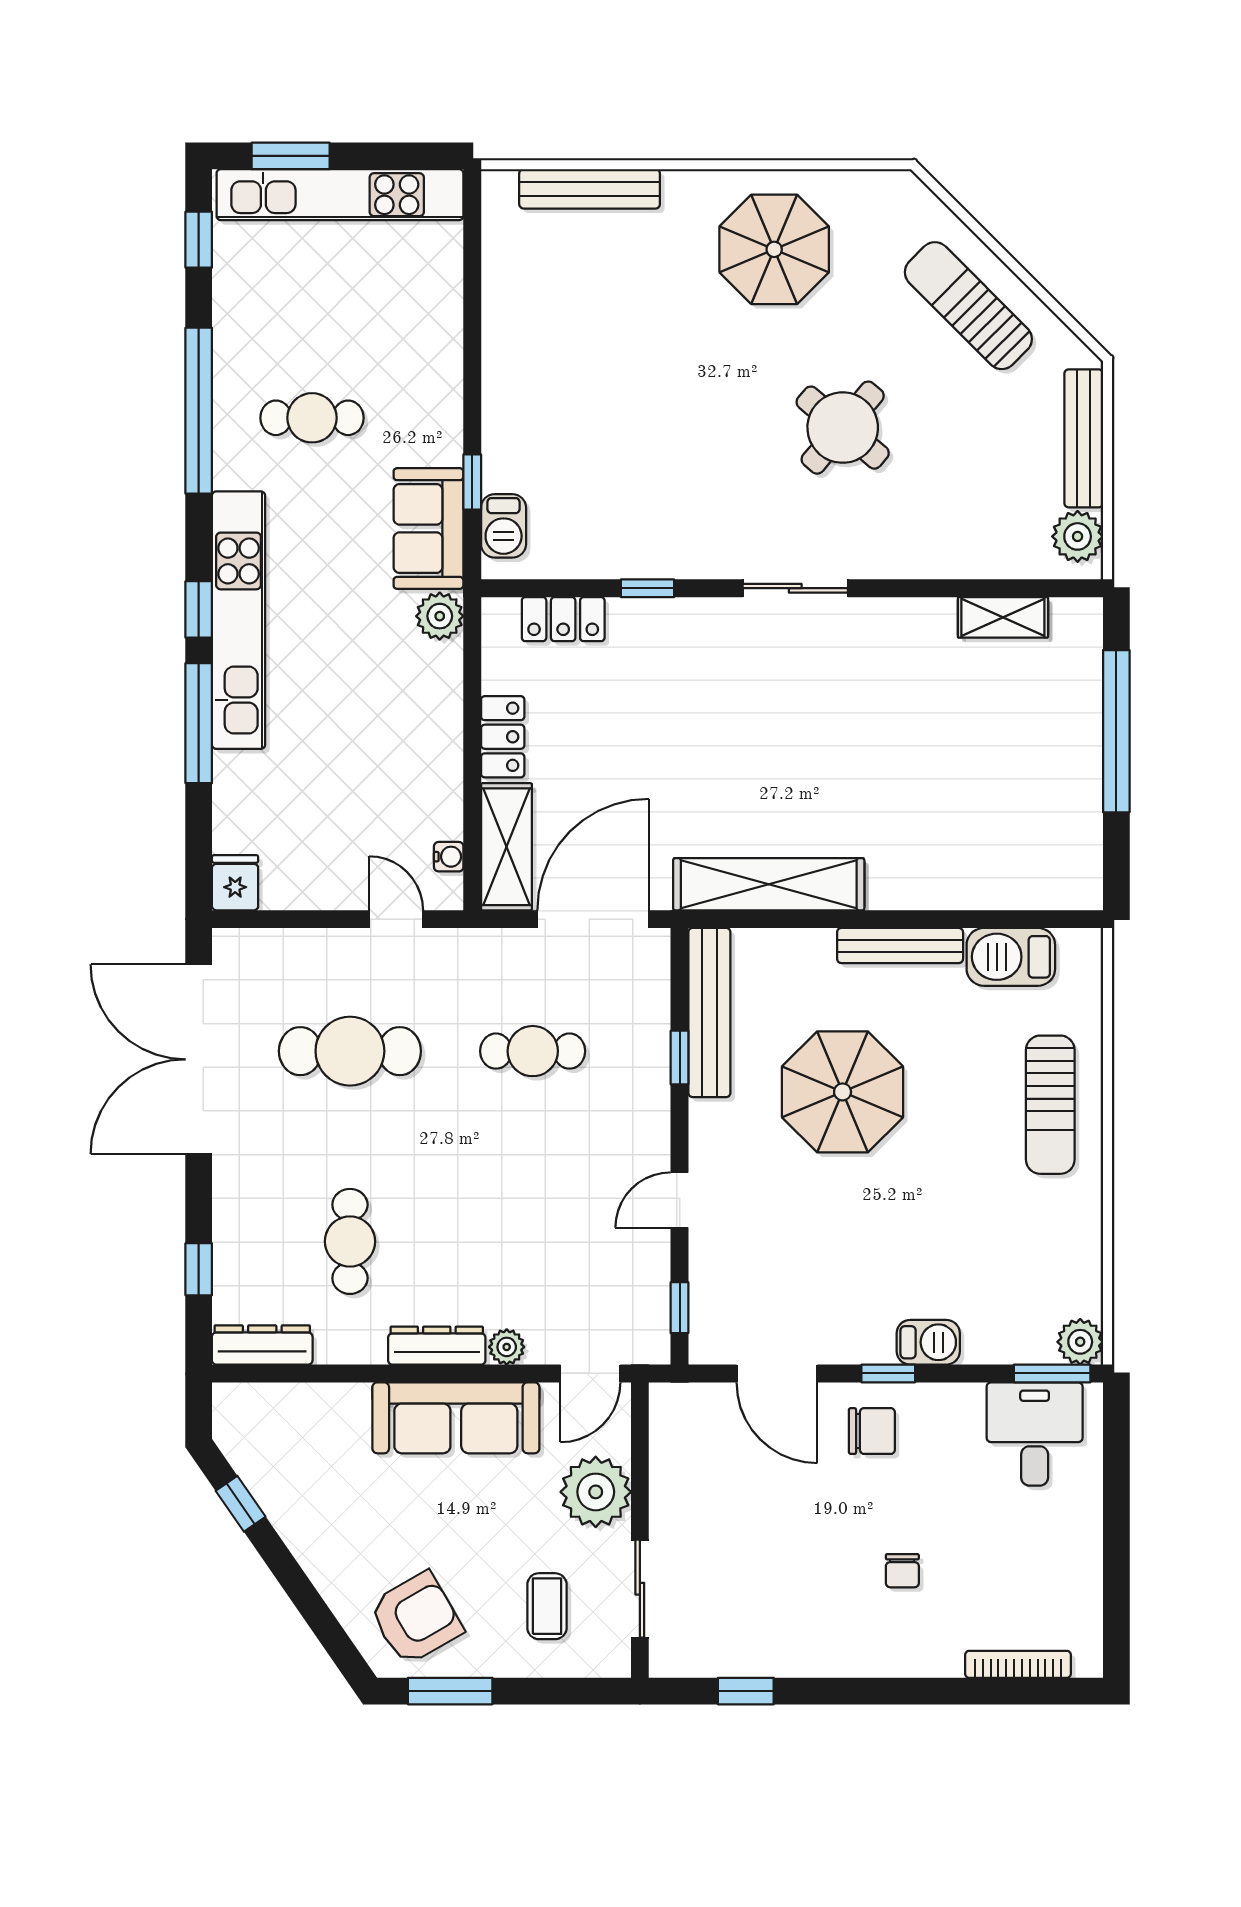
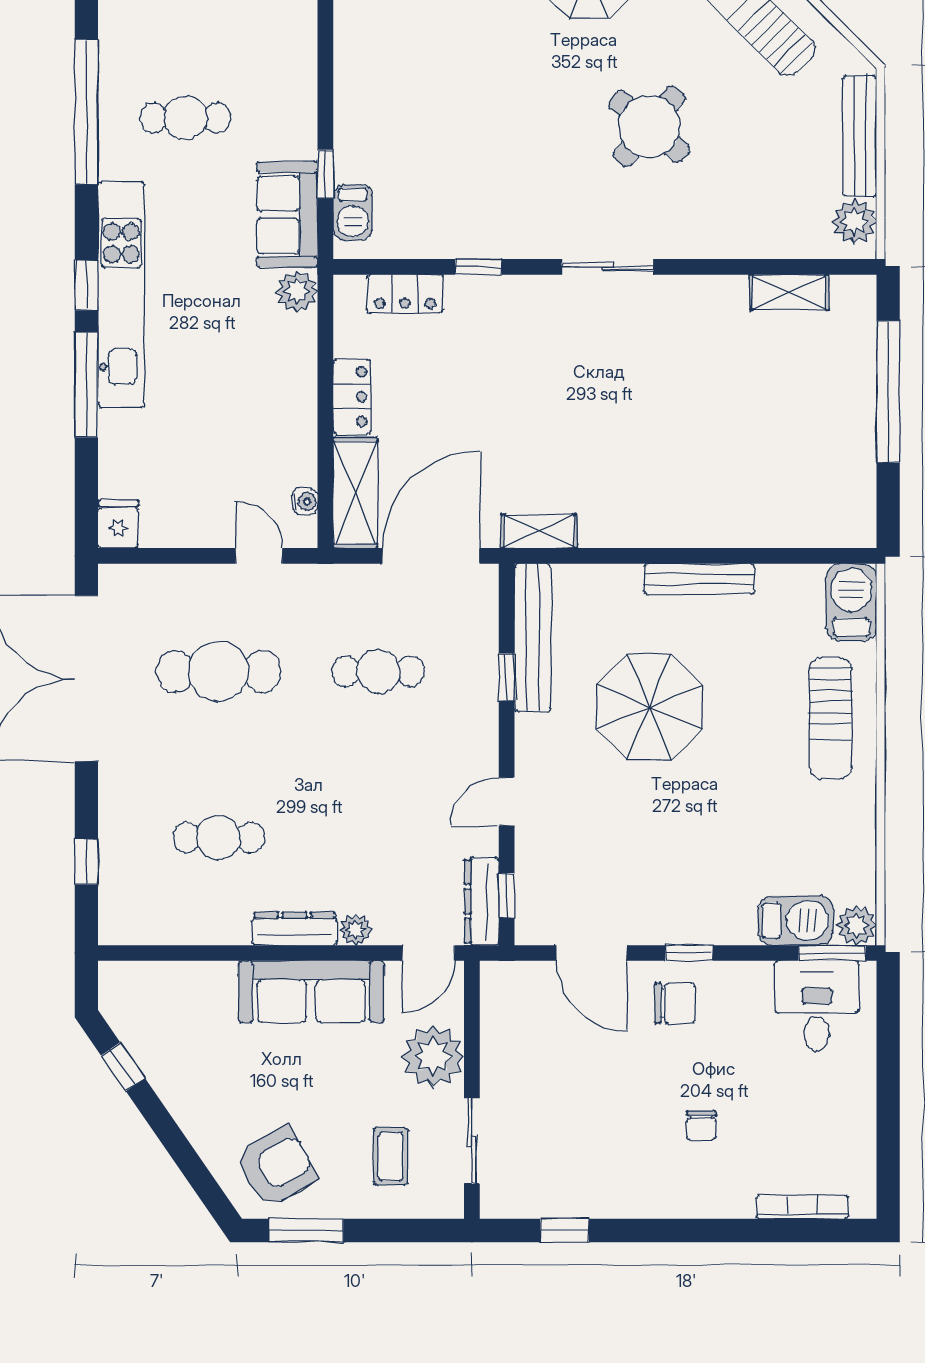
shelving: (769, 884) -> (539, 531), width x0.45, depth x0.75
barbecue: (1011, 957) -> (851, 602), moved, turned 90
cafe table: (350, 1241) -> (219, 838), turned 90
barbecue: (928, 1342) -> (796, 921), moved, width x1.38, depth x1.27
dresser: (262, 1345) -> (482, 901), moved, turned -90

